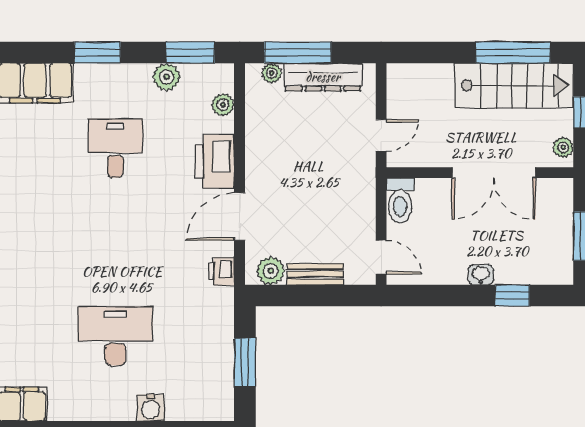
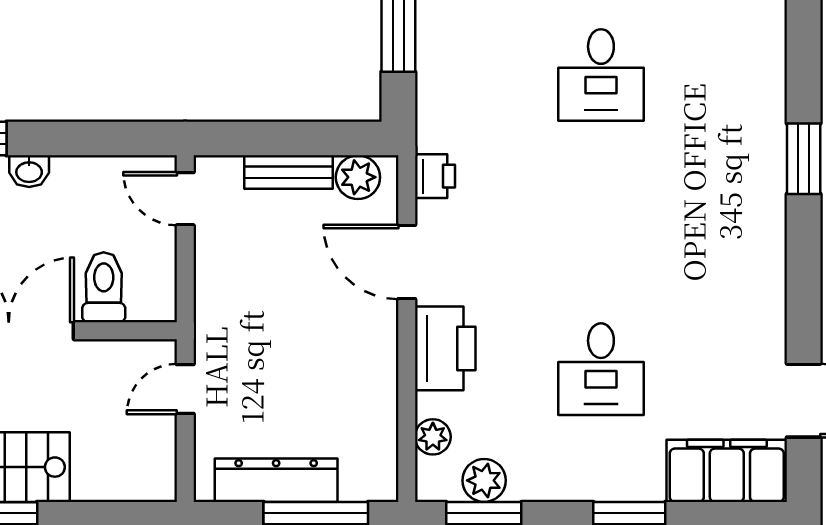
plant: (272, 73) -> (356, 486), removed
plant: (167, 77) -> (484, 480), moved
toilet: (400, 200) -> (104, 287), moved
door: (240, 217) -> (407, 262), swing flipped
desk: (115, 336) -> (601, 75), width x0.73

